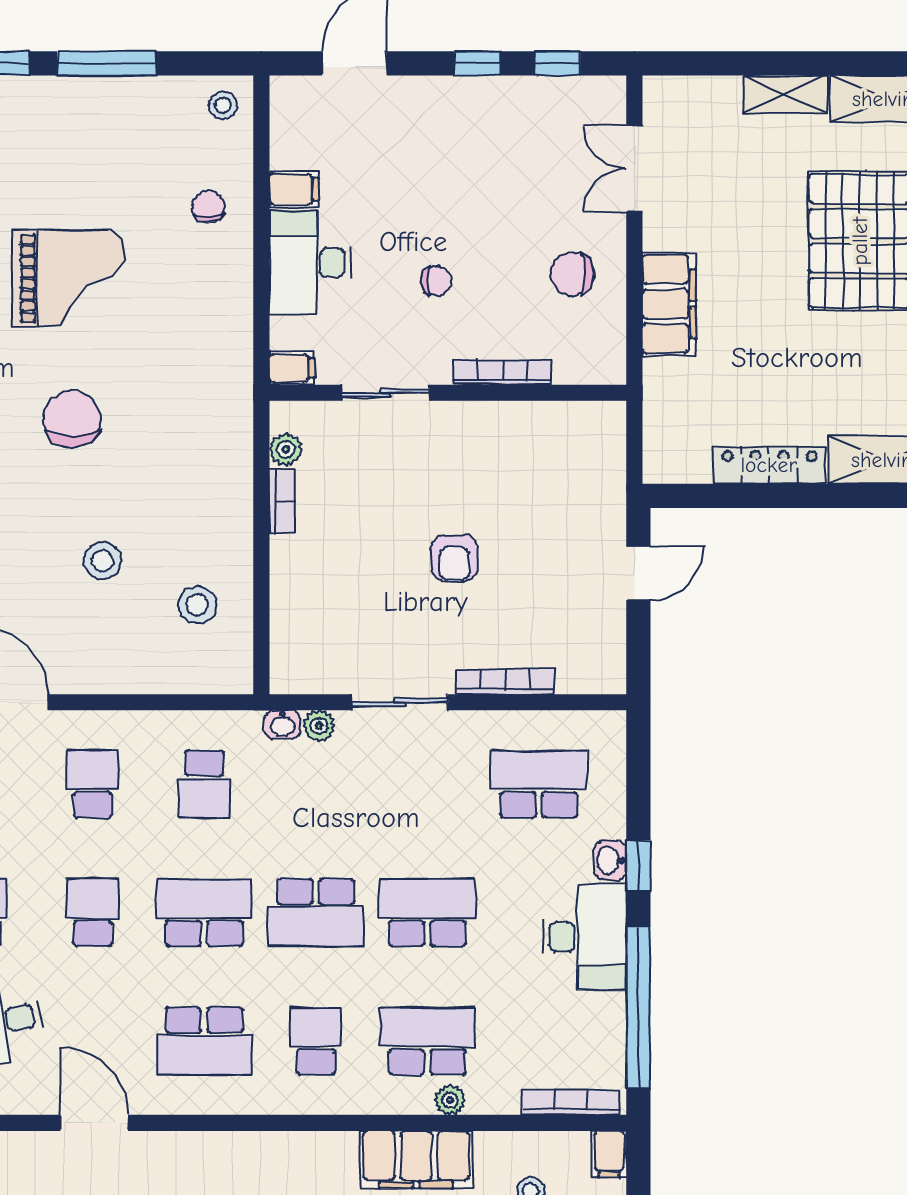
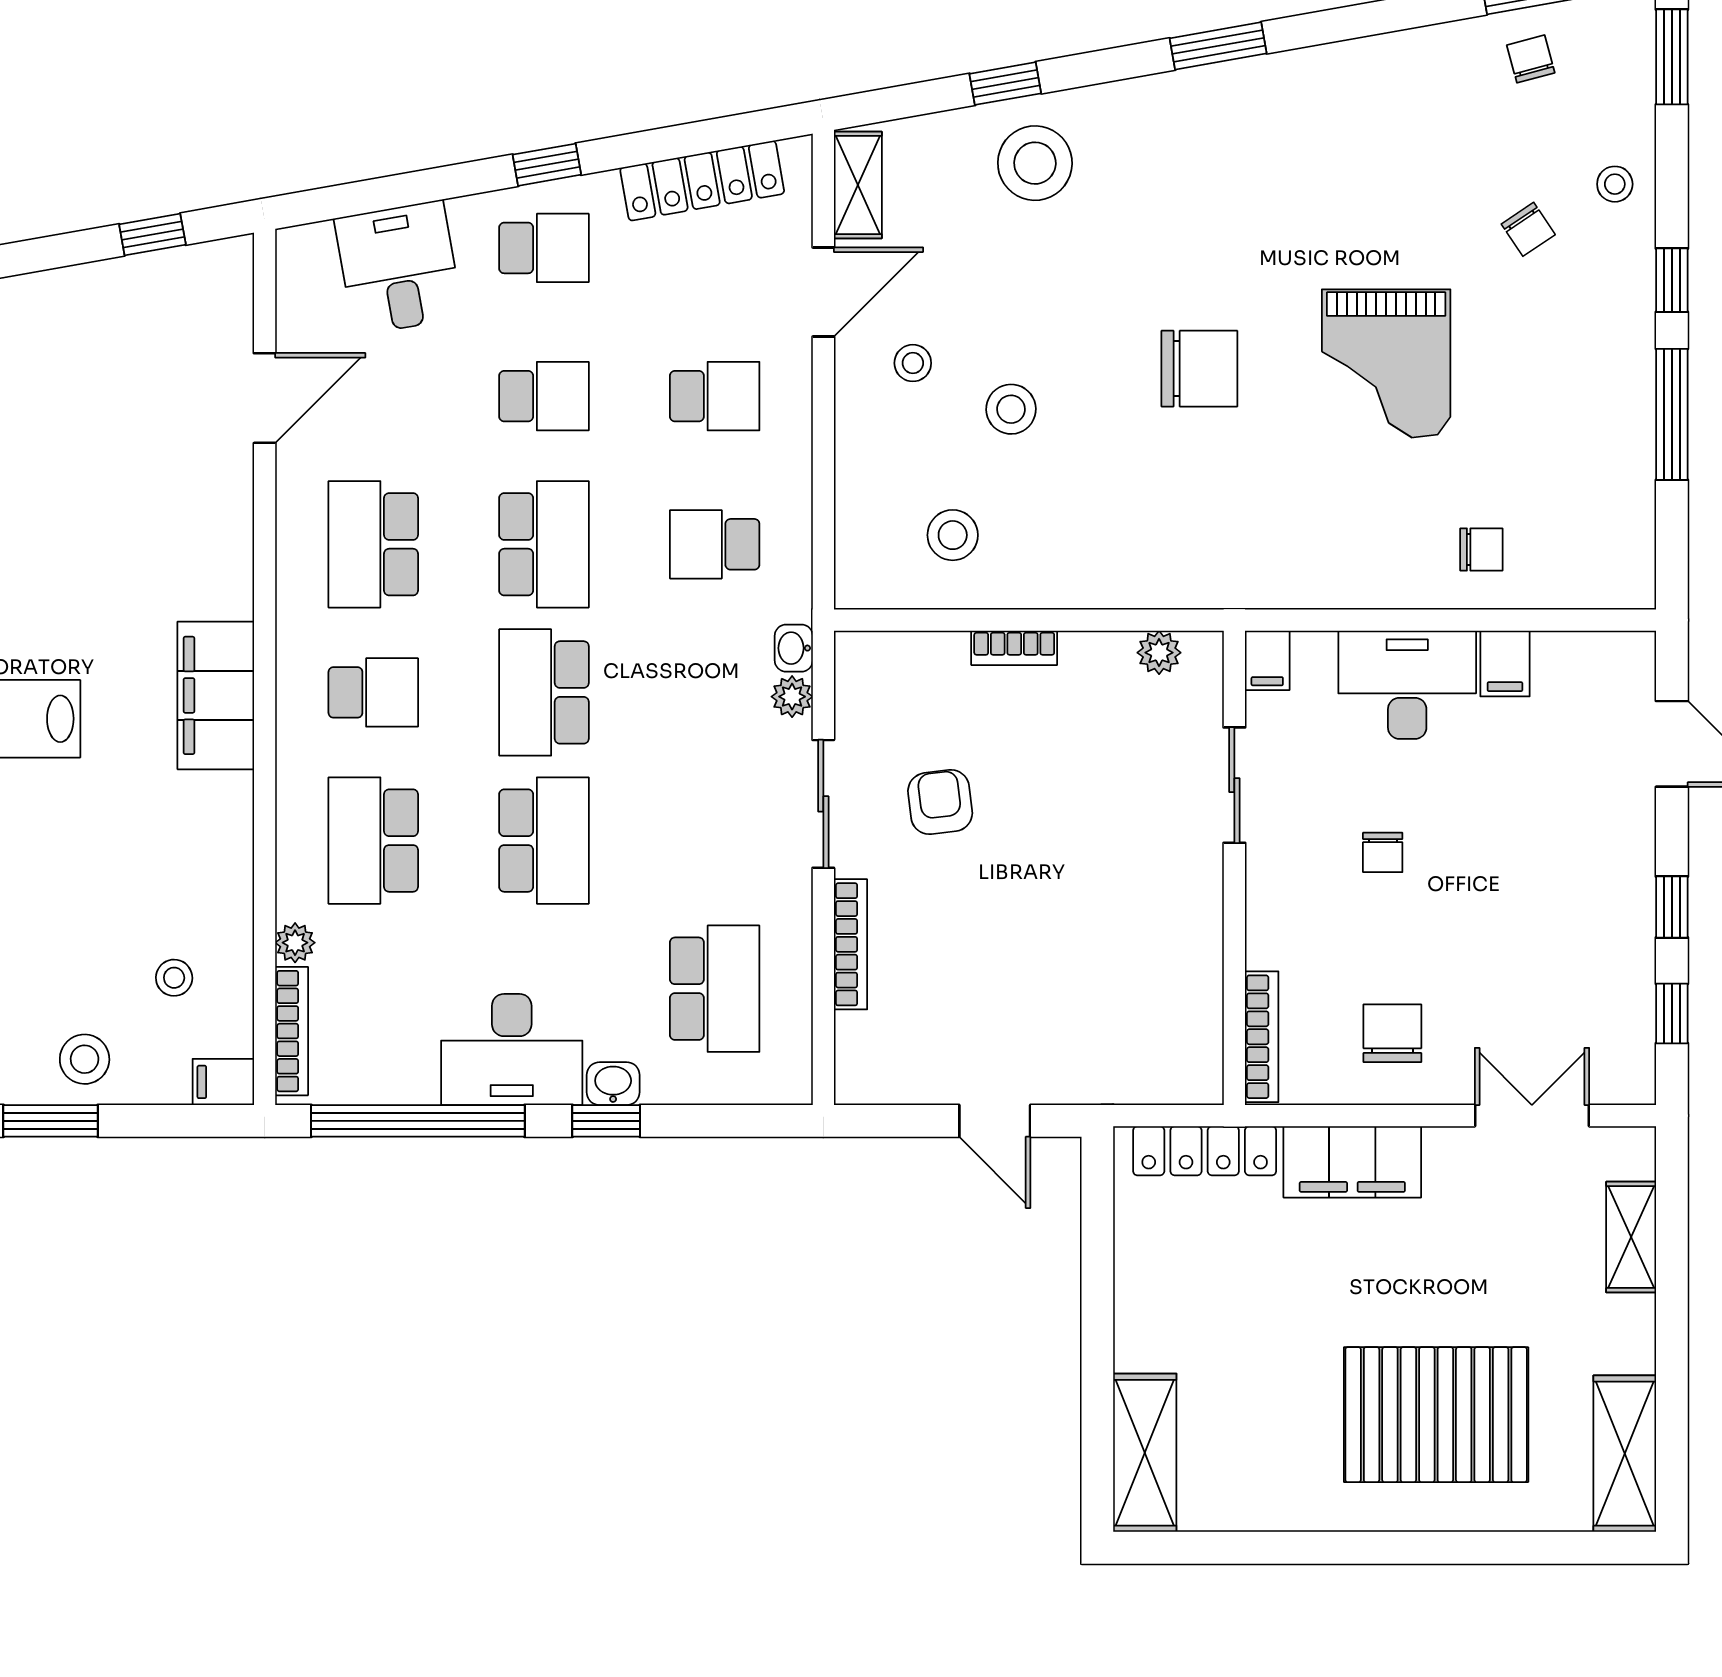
shelving: (785, 94) -> (1631, 1237), moved
stool: (223, 105) -> (913, 363), moved
bookcase: (502, 372) -> (1262, 1037), moved
locker: (769, 465) -> (1205, 1151), moved, turned 90
bookcase: (282, 501) -> (1014, 648), moved
armchair: (454, 558) -> (940, 802), moved, turned 83
school desk: (427, 1041) -> (373, 841), turned 180
plant: (450, 1100) -> (295, 943), moved
filing cabinet: (416, 1160) -> (216, 695), moved

